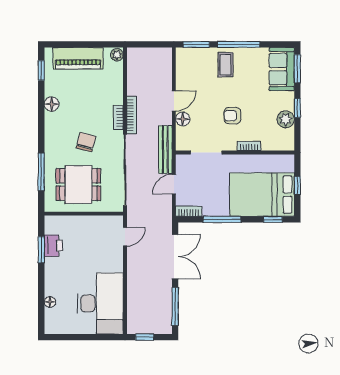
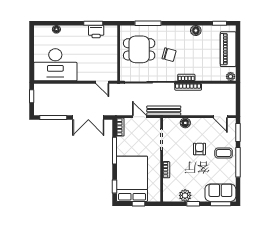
door: (174, 101) -> (220, 117), moved
armchair: (232, 116) -> (199, 149), moved
dining table: (78, 185) -> (139, 49), turned 90

